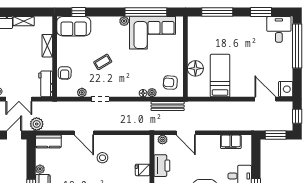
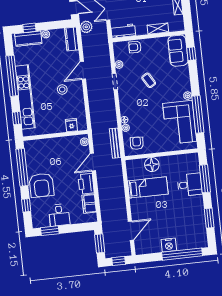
desk: (279, 29) -> (190, 185), moved
nightstand: (286, 89) -> (169, 245), moved
printer: (162, 166) -> (86, 184), moved, turned 90
fridge: (143, 170) -> (71, 125), moved

